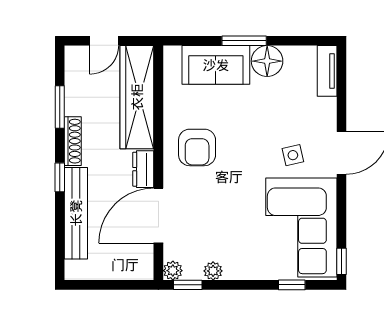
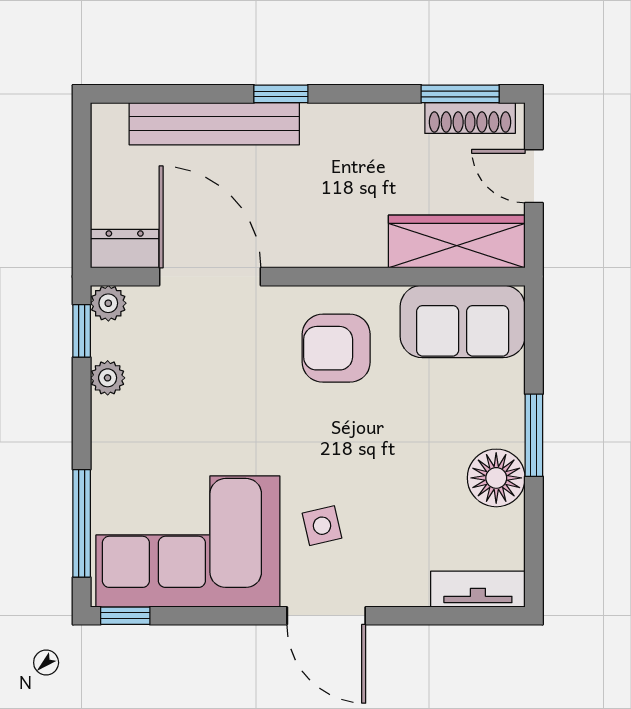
sofa: (216, 65) -> (463, 321), moved, turned -90
wardrobe: (137, 97) -> (457, 241), width x0.71, depth x0.85
window: (60, 107) -> (460, 94), moved
shoe rack: (73, 141) -> (470, 118), moved
dresser: (143, 169) -> (125, 249), moved
window: (292, 285) -> (82, 523), width x2.17

